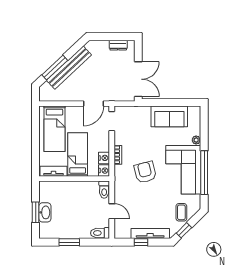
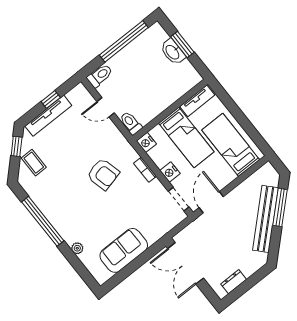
nightstand: (104, 158) -> (170, 172), moved
corner sofa: (183, 170) -> (66, 207), removed
window: (69, 242) -> (124, 41), width x2.11

